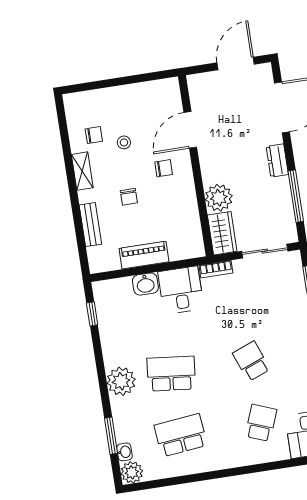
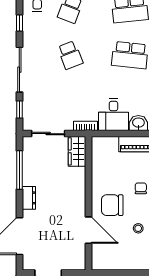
door: (190, 130) -> (89, 230), hinge flipped
chair: (164, 168) -> (112, 205), width x1.87, depth x1.87
plant: (219, 198) -> (76, 178), removed

